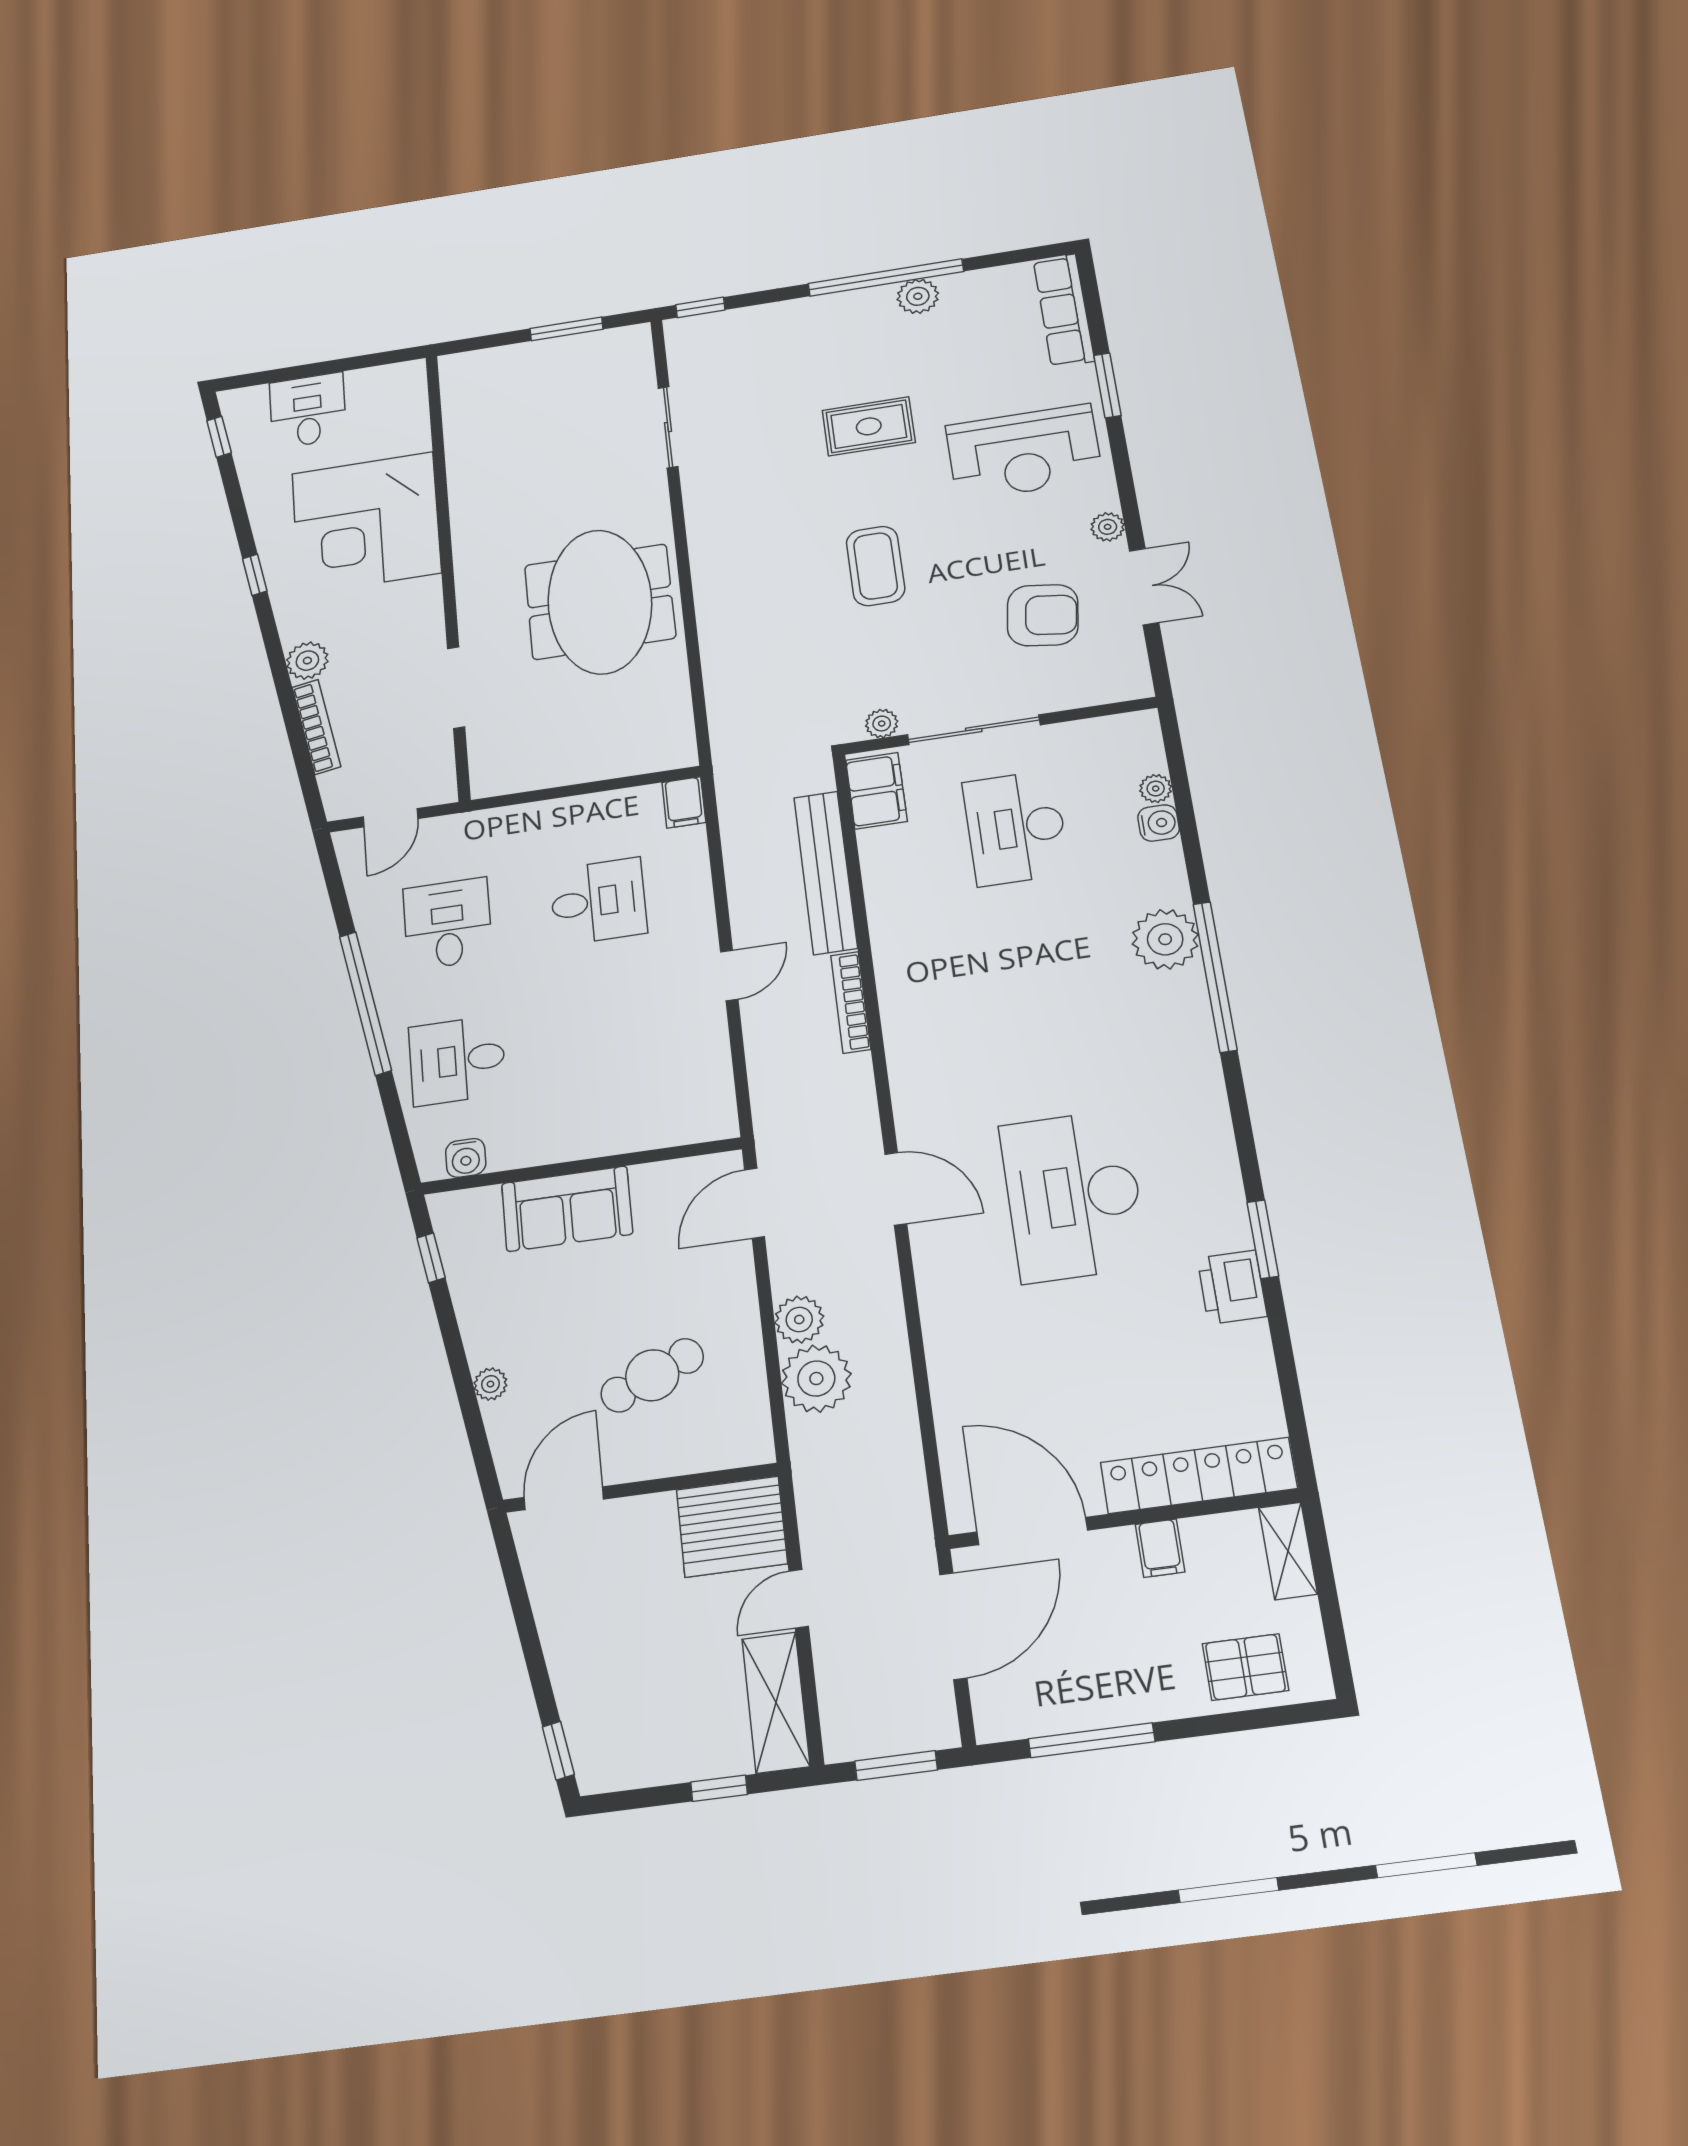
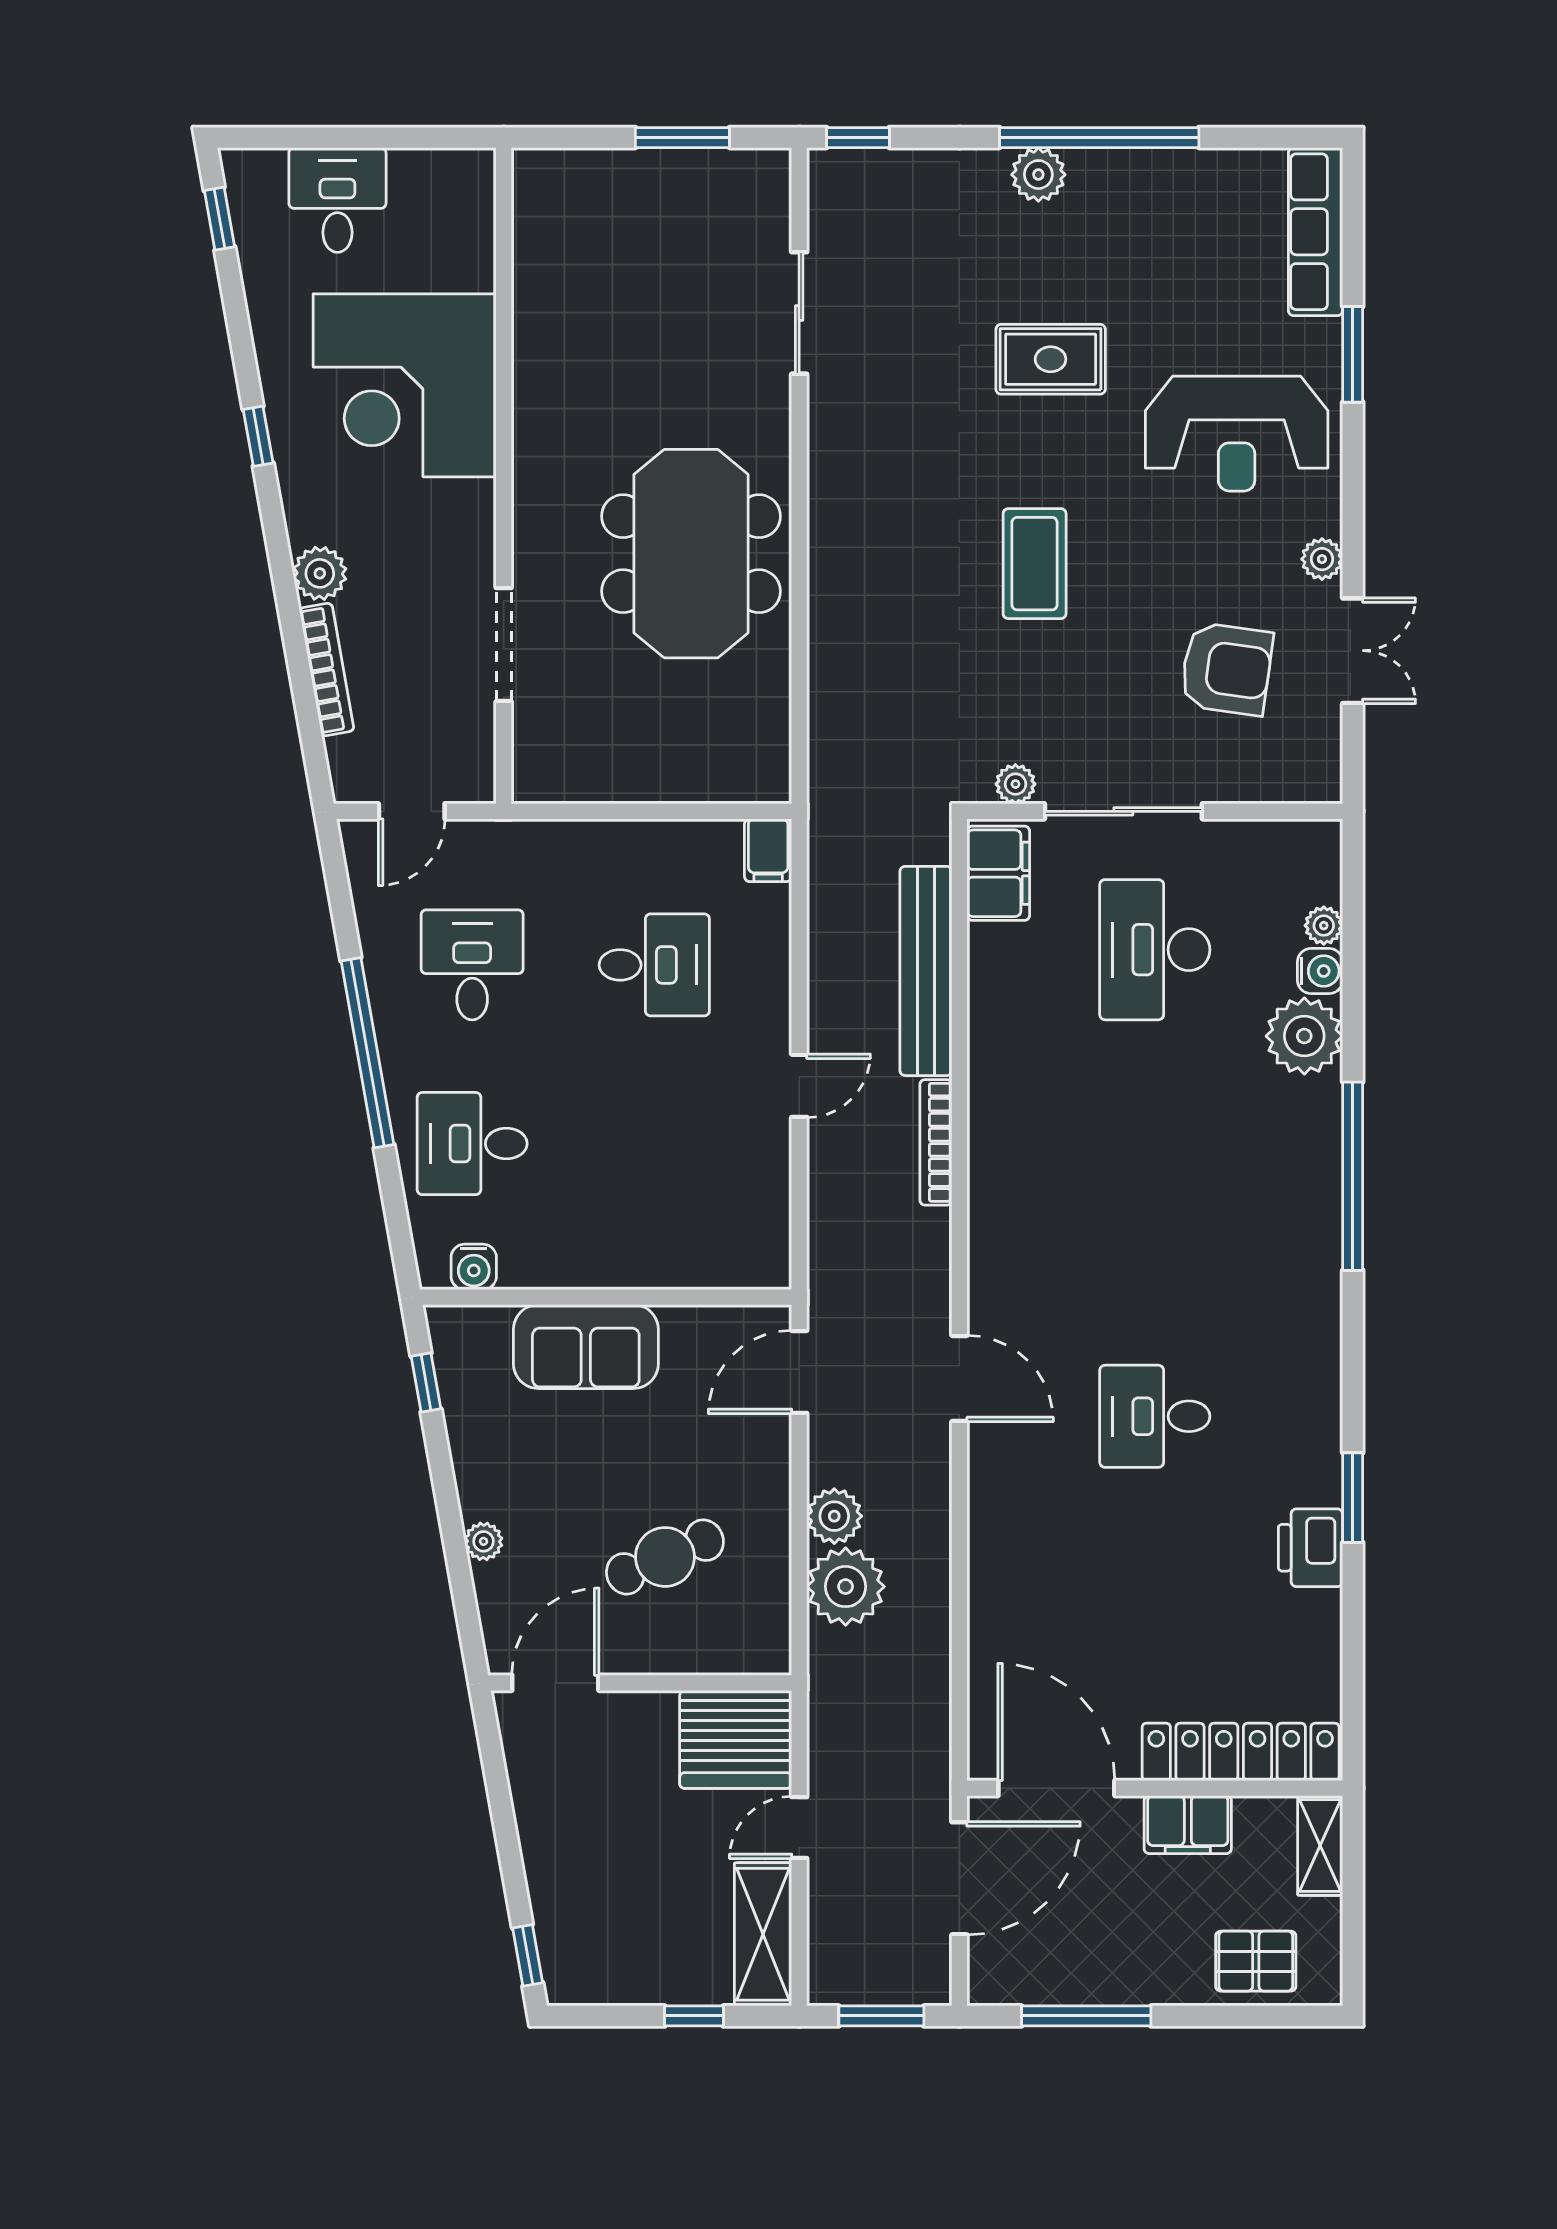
plant: (918, 296) -> (1038, 175), moved
plant: (1165, 939) -> (1304, 1036), moved
desk: (1073, 1196) -> (1155, 1416), width x0.53, depth x0.77
filing cabinet: (1160, 1548) -> (1188, 1825), width x2.00

